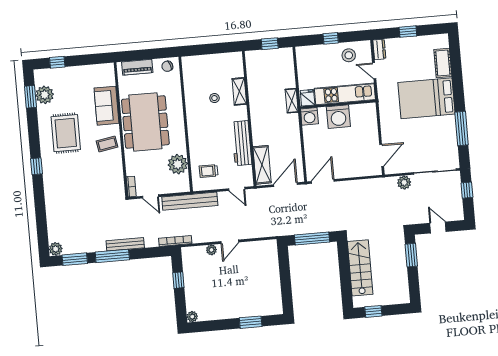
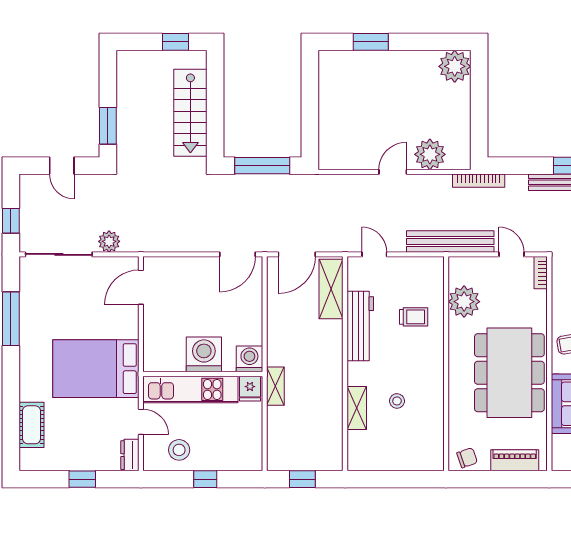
bed: (426, 98) -> (96, 369), moved, turned 180
trolley: (209, 171) -> (414, 317), moved
plant: (211, 250) -> (430, 154), width x1.88, depth x1.88
window: (178, 280) -> (479, 118), removed
plant: (192, 317) -> (455, 66), width x1.88, depth x1.88

